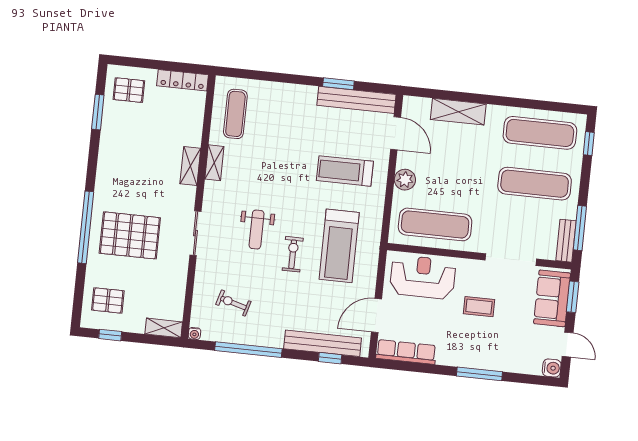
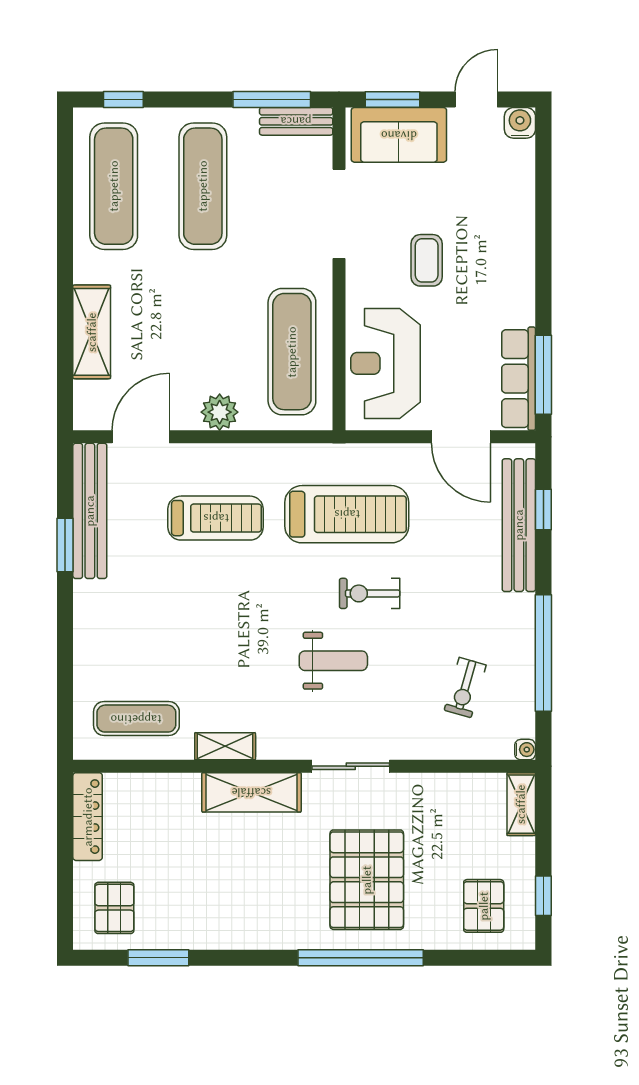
shelving: (190, 166) -> (251, 792), width x1.50, depth x1.33
treadmill: (345, 171) -> (216, 518), turned -90
window: (479, 374) -> (543, 375), moved

